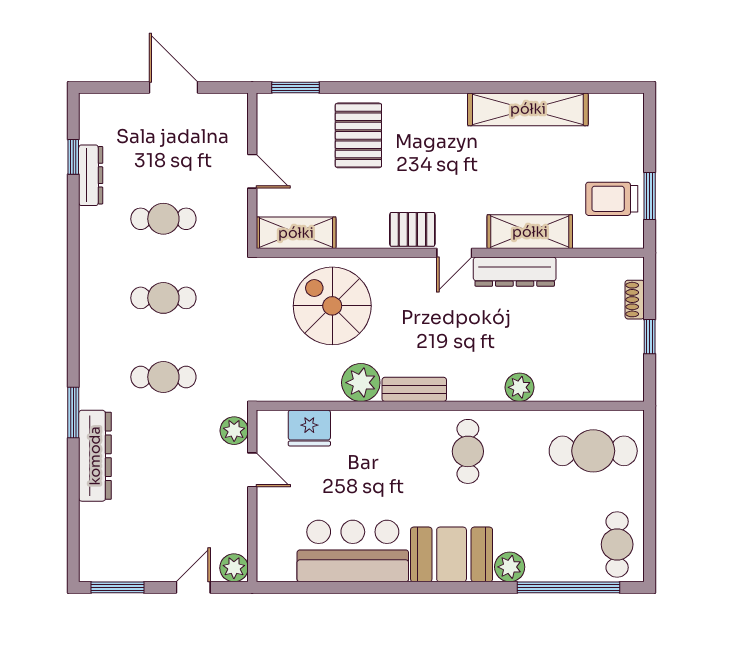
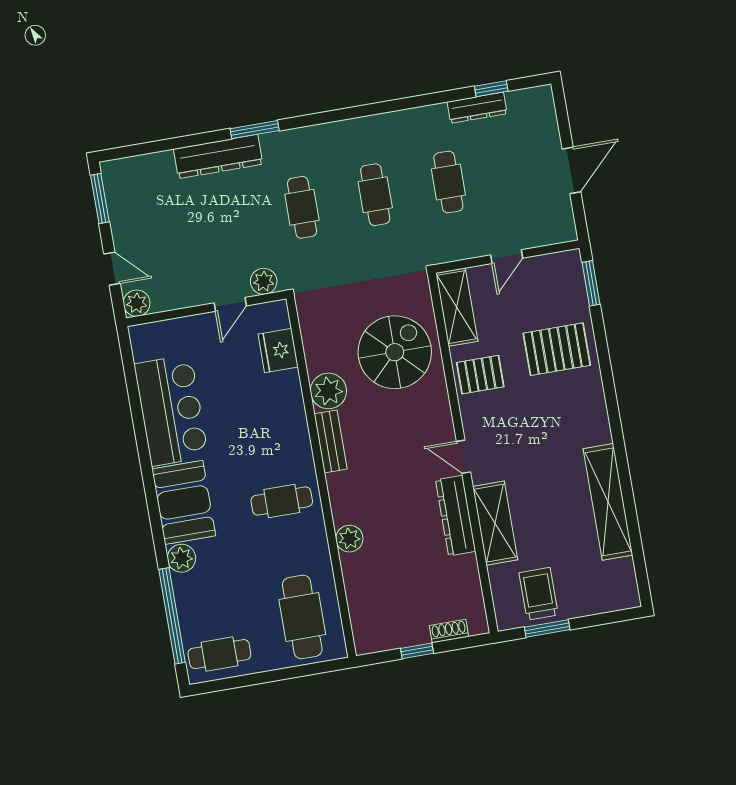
pallet: (412, 229) -> (480, 375), moved, turned 90

